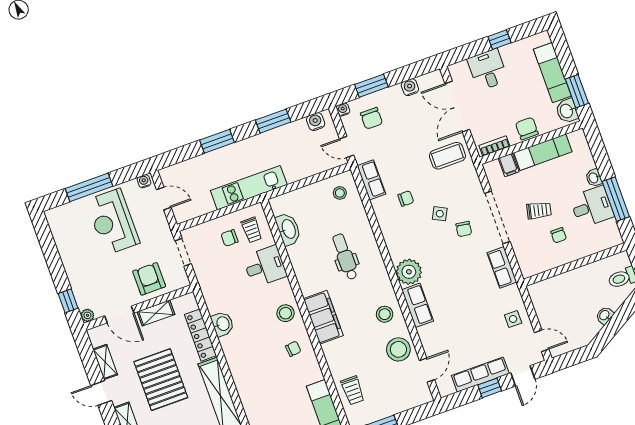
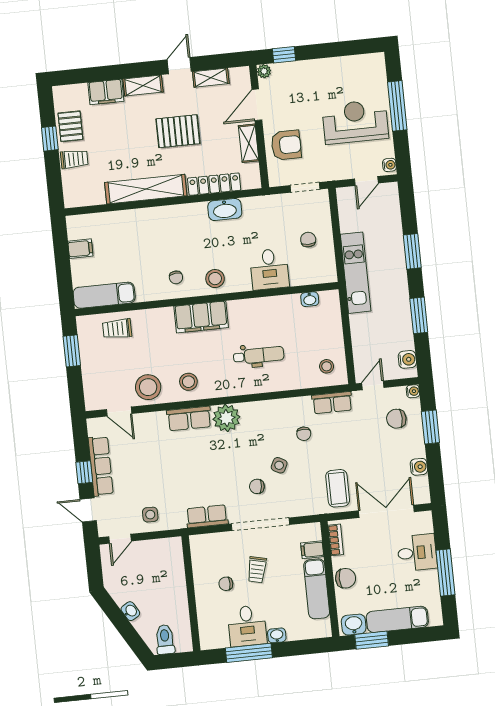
window: (499, 40) -> (445, 573), width x2.17
washbasin: (288, 229) -> (310, 299), width x0.52, depth x0.69
trolley: (252, 230) -> (311, 265), removed
washbasin: (222, 324) -> (225, 210), width x1.38
pallet: (161, 380) -> (178, 131), width x0.73, depth x0.71

